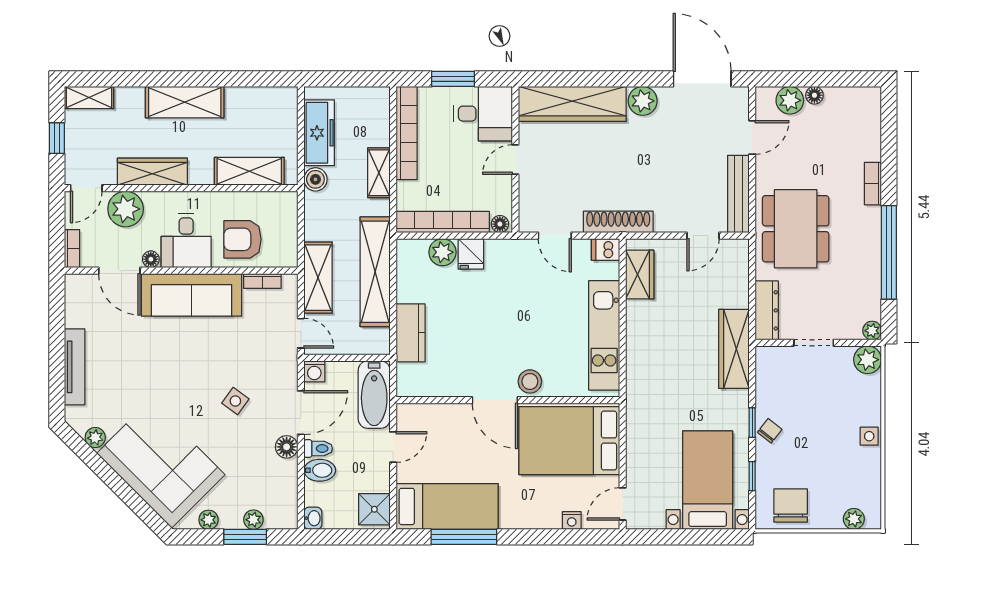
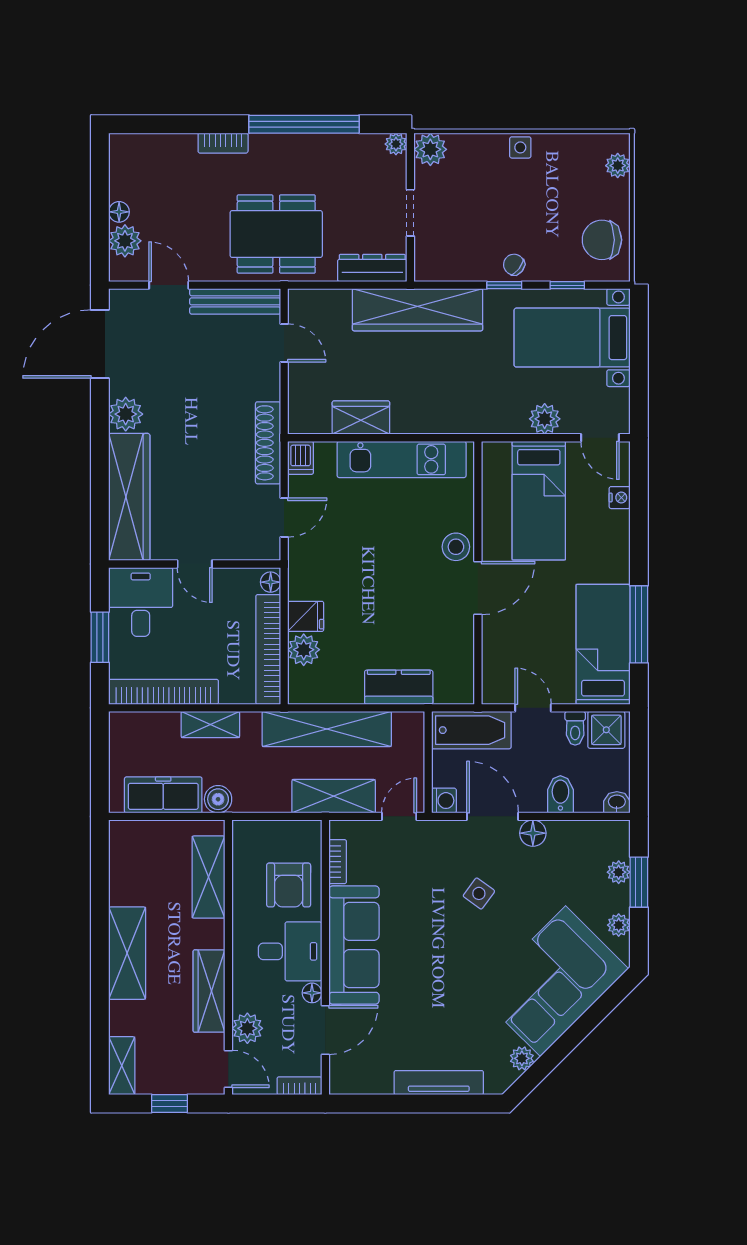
plant: (126, 209) -> (247, 1028), width x0.73, depth x0.73
wardrobe: (640, 275) -> (361, 418), moved
wardrobe: (734, 349) -> (418, 310), width x1.40, depth x1.17
bed: (569, 441) -> (539, 501), width x0.67
toilet: (318, 449) -> (575, 728), moved, turned 180
plant: (639, 457) -> (545, 419), added

